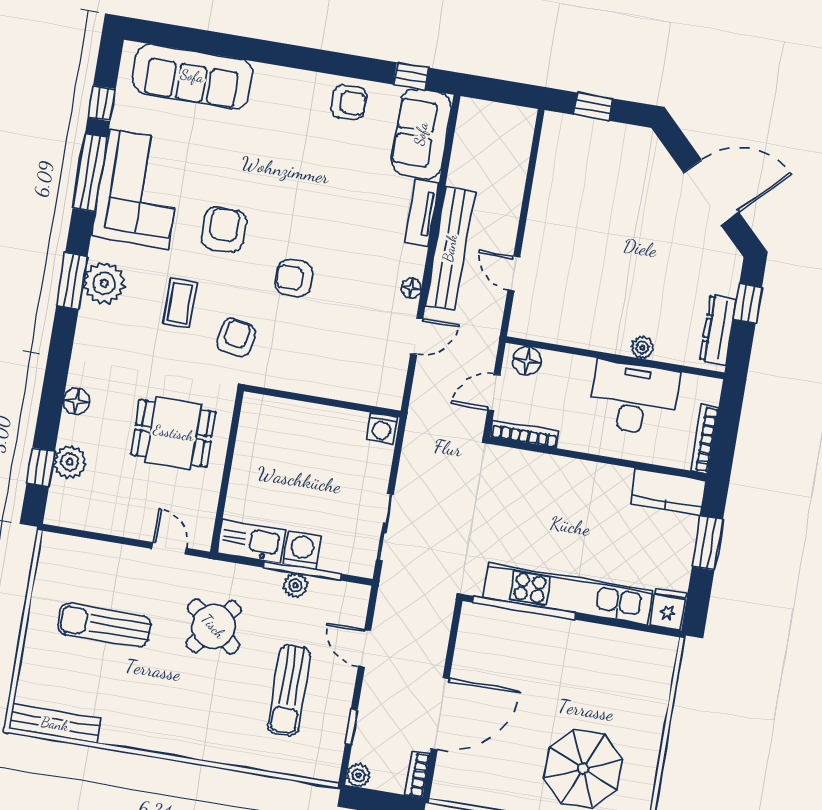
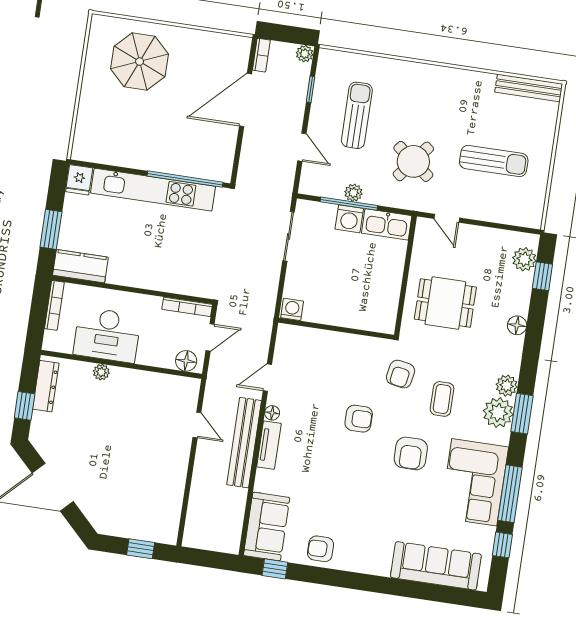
tv unit: (422, 213) -> (269, 445), moved
plant: (92, 320) -> (507, 386), added
plant: (70, 462) -> (524, 259), moved

